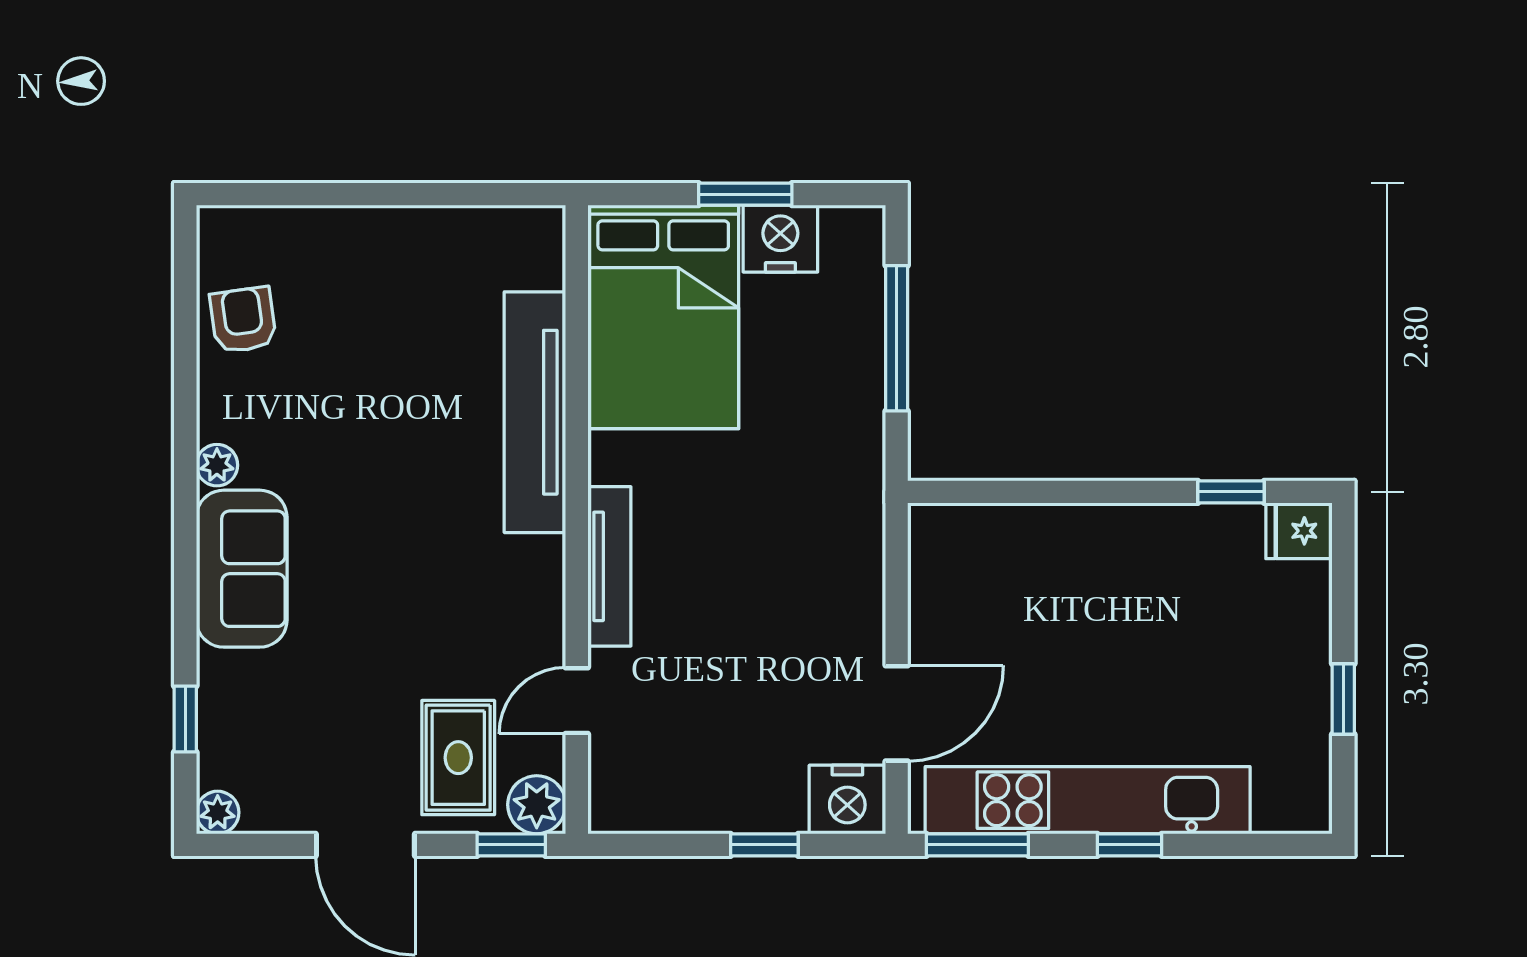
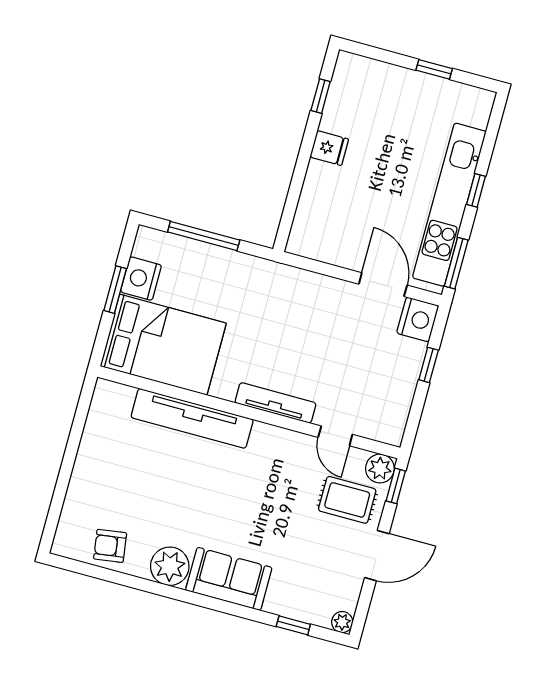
plant: (217, 465) -> (170, 566), width x1.88, depth x1.88
fridge: (1299, 531) -> (329, 148), moved, turned -90

